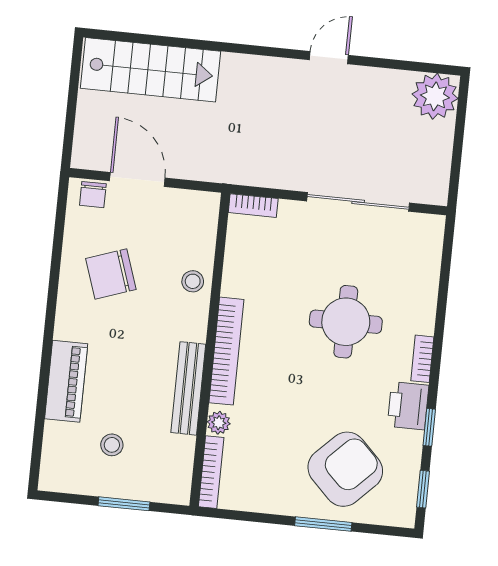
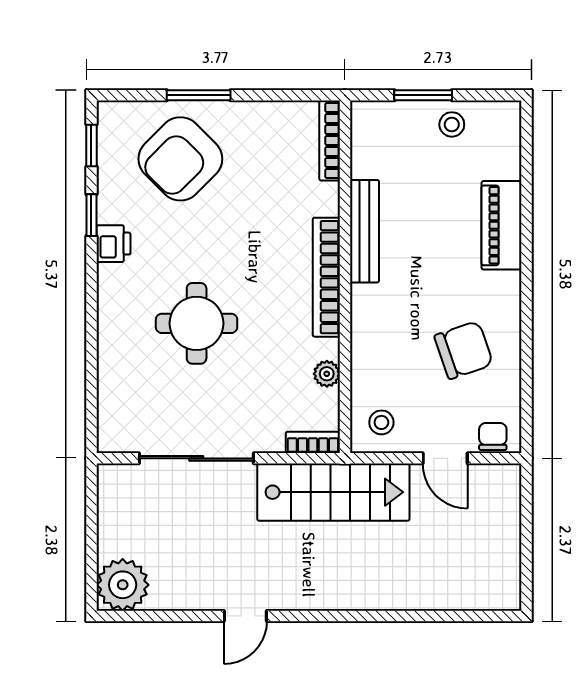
stairs: (150, 70) -> (333, 492), moved, turned 180
door: (137, 179) -> (445, 458), width x0.73
stool: (193, 281) -> (381, 422), moved
bookcase: (422, 359) -> (107, 291), removed
printer: (408, 406) -> (114, 244), width x0.73, depth x0.81
plant: (219, 423) -> (327, 374), moved
stool: (112, 445) -> (452, 124), moved

